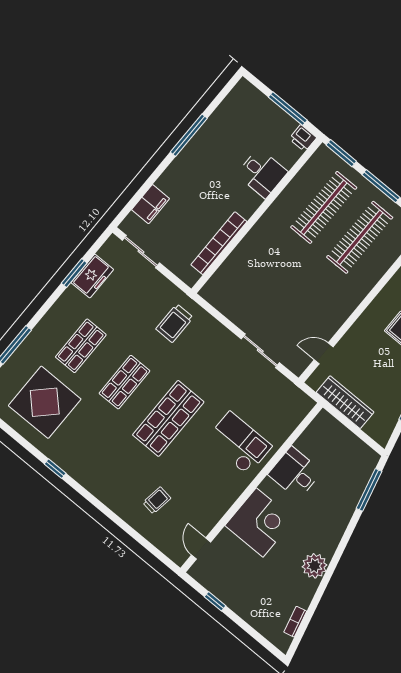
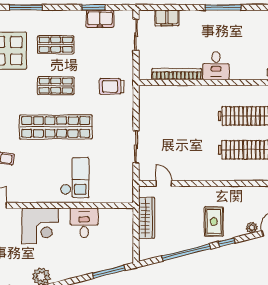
desk: (262, 173) -> (216, 66), moved
shop shelf: (168, 418) -> (56, 127), width x1.40

